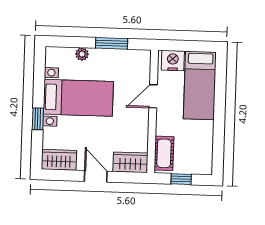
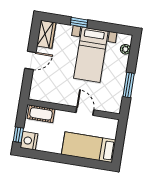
plant: (82, 54) -> (125, 49), moved
nightstand: (173, 61) -> (29, 141), moved, turned 180
wardrobe: (130, 162) -> (37, 88), removed
window: (181, 179) -> (18, 135), moved

